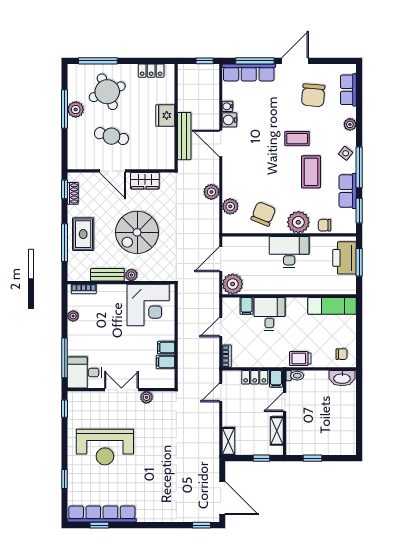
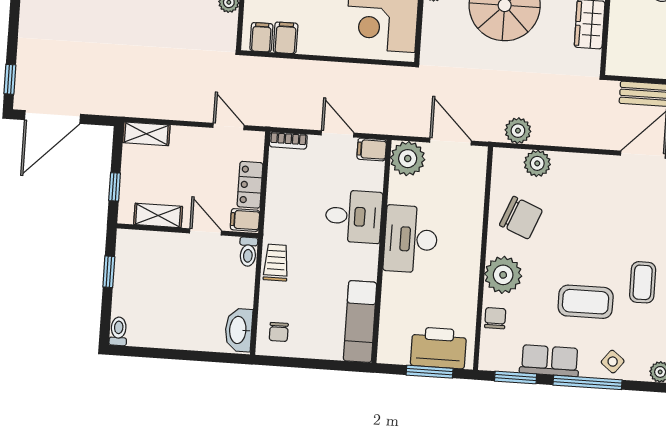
plant: (211, 192) -> (518, 131), moved
desk: (289, 252) -> (411, 239), moved, turned 180
filing cabinet: (246, 306) -> (372, 149), moved
filing cabinet: (166, 347) -> (261, 37), moved
toilet: (348, 450) -> (118, 331), added

